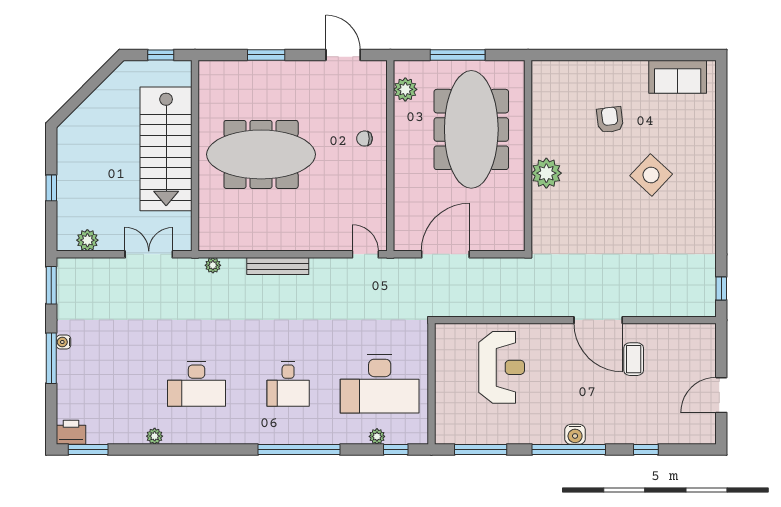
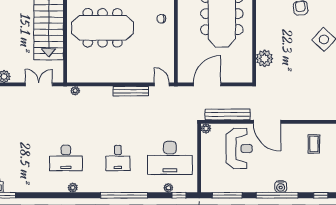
plant: (546, 173) -> (264, 58), moved
bench: (278, 266) -> (131, 91), moved
bench: (481, 307) -> (227, 114), added
door: (598, 320) -> (267, 122), moved
plant: (443, 332) -> (206, 128), added
plant: (155, 436) -> (73, 188), moved

